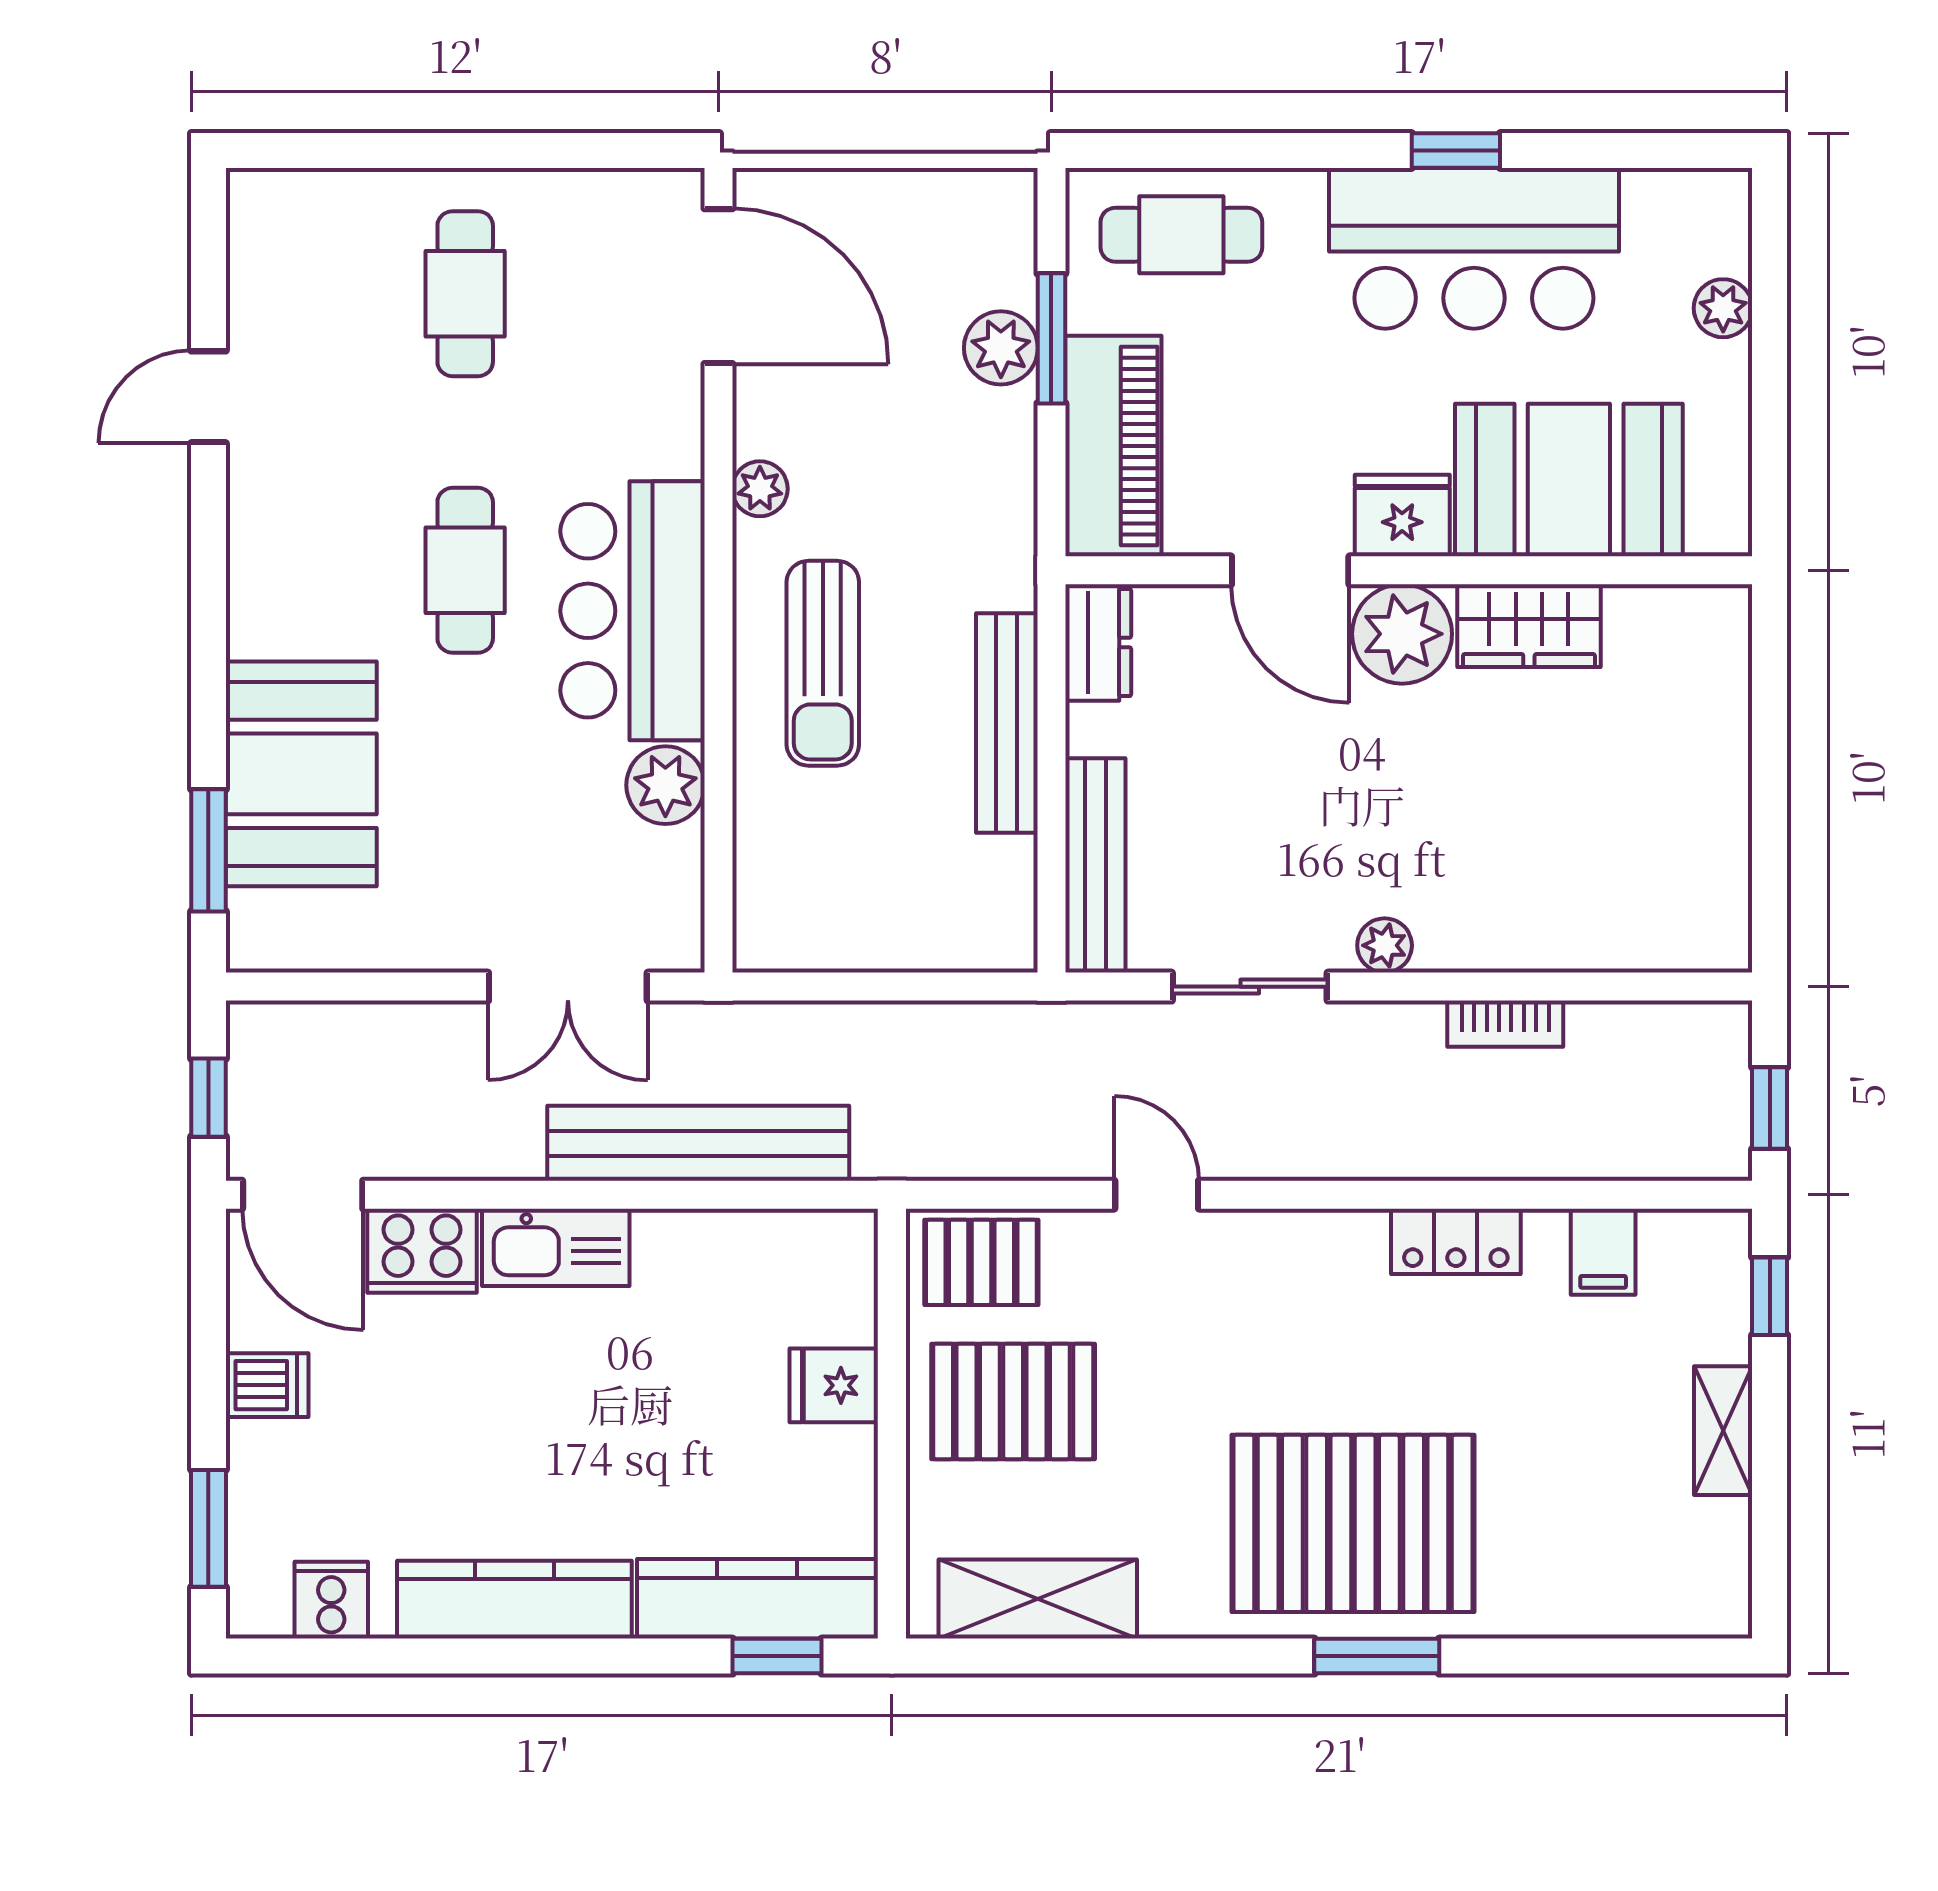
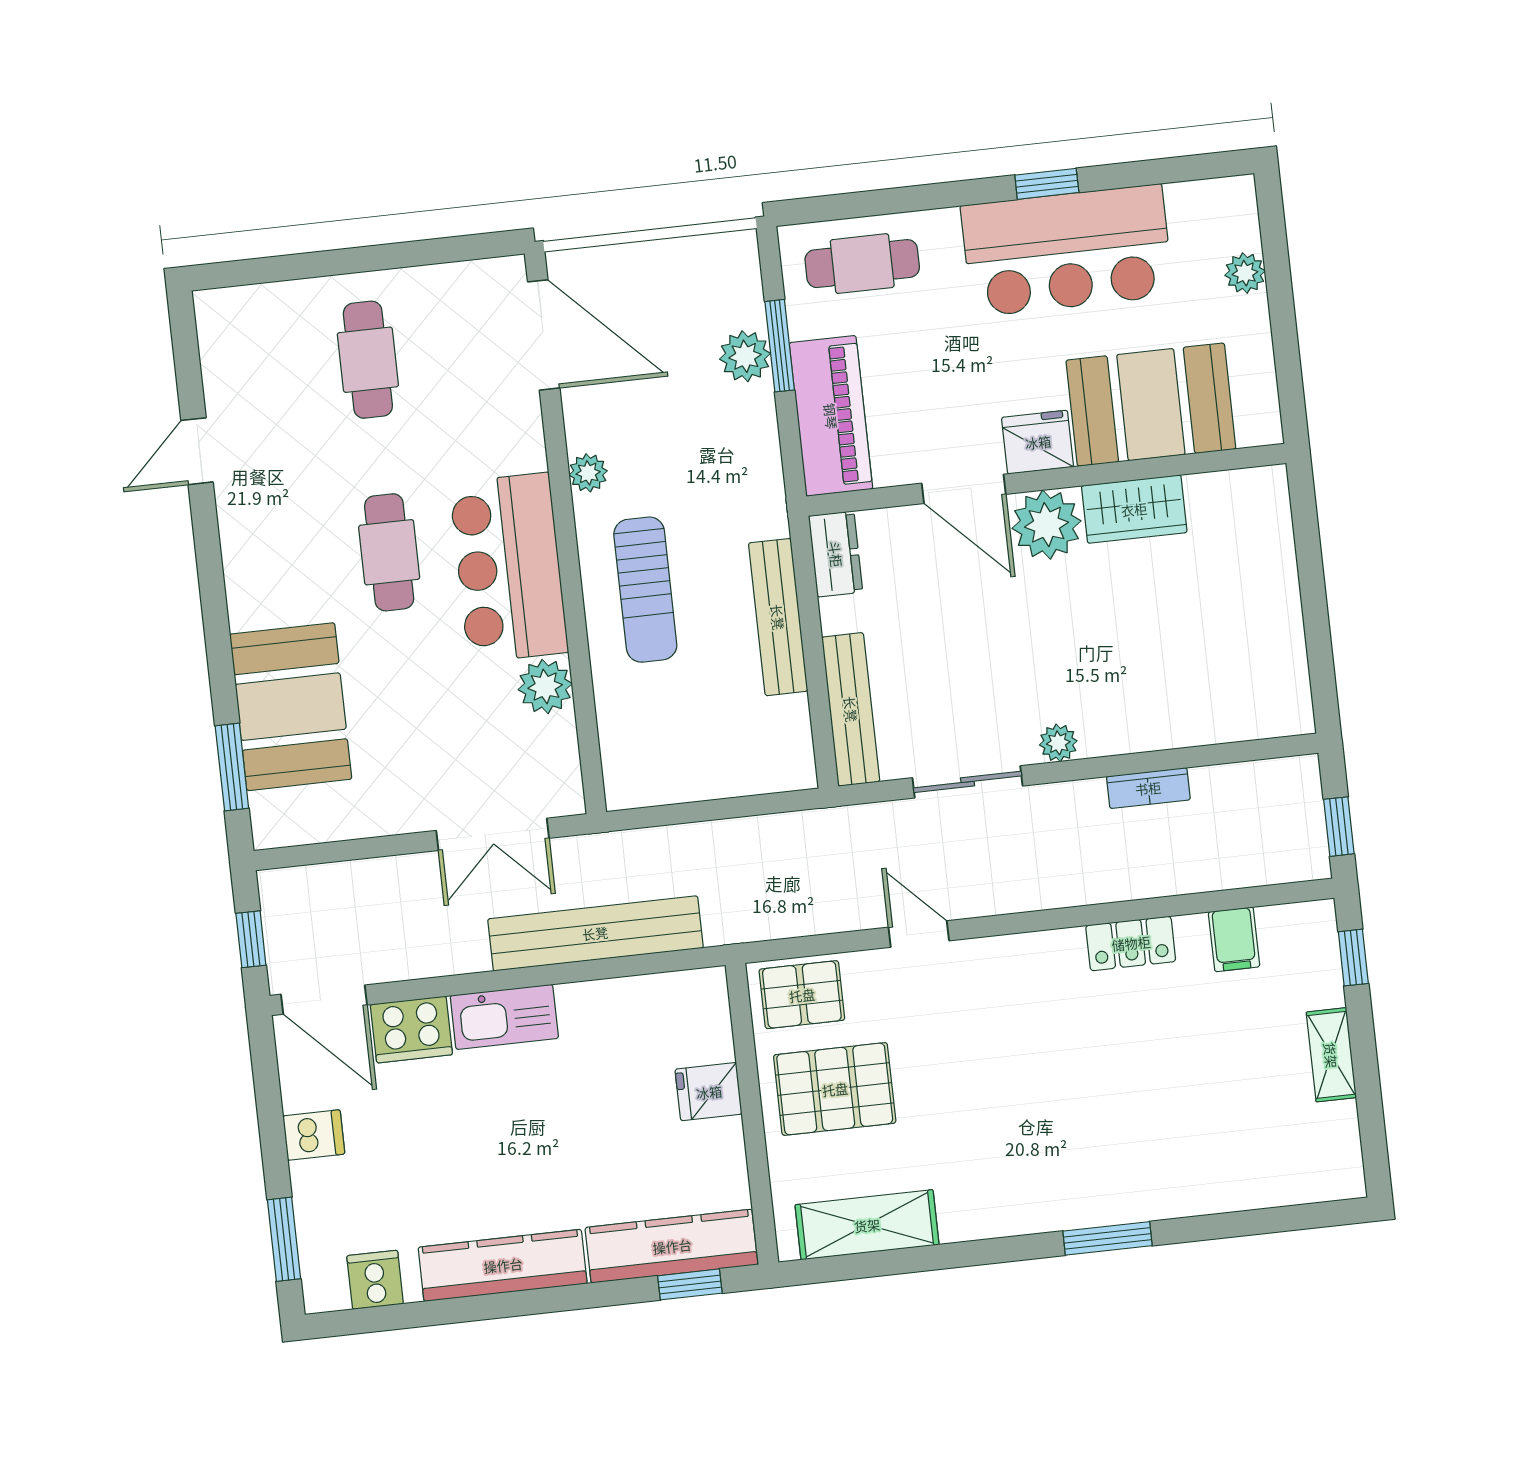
pallet: (1353, 1523) -> (1081, 1148), removed

